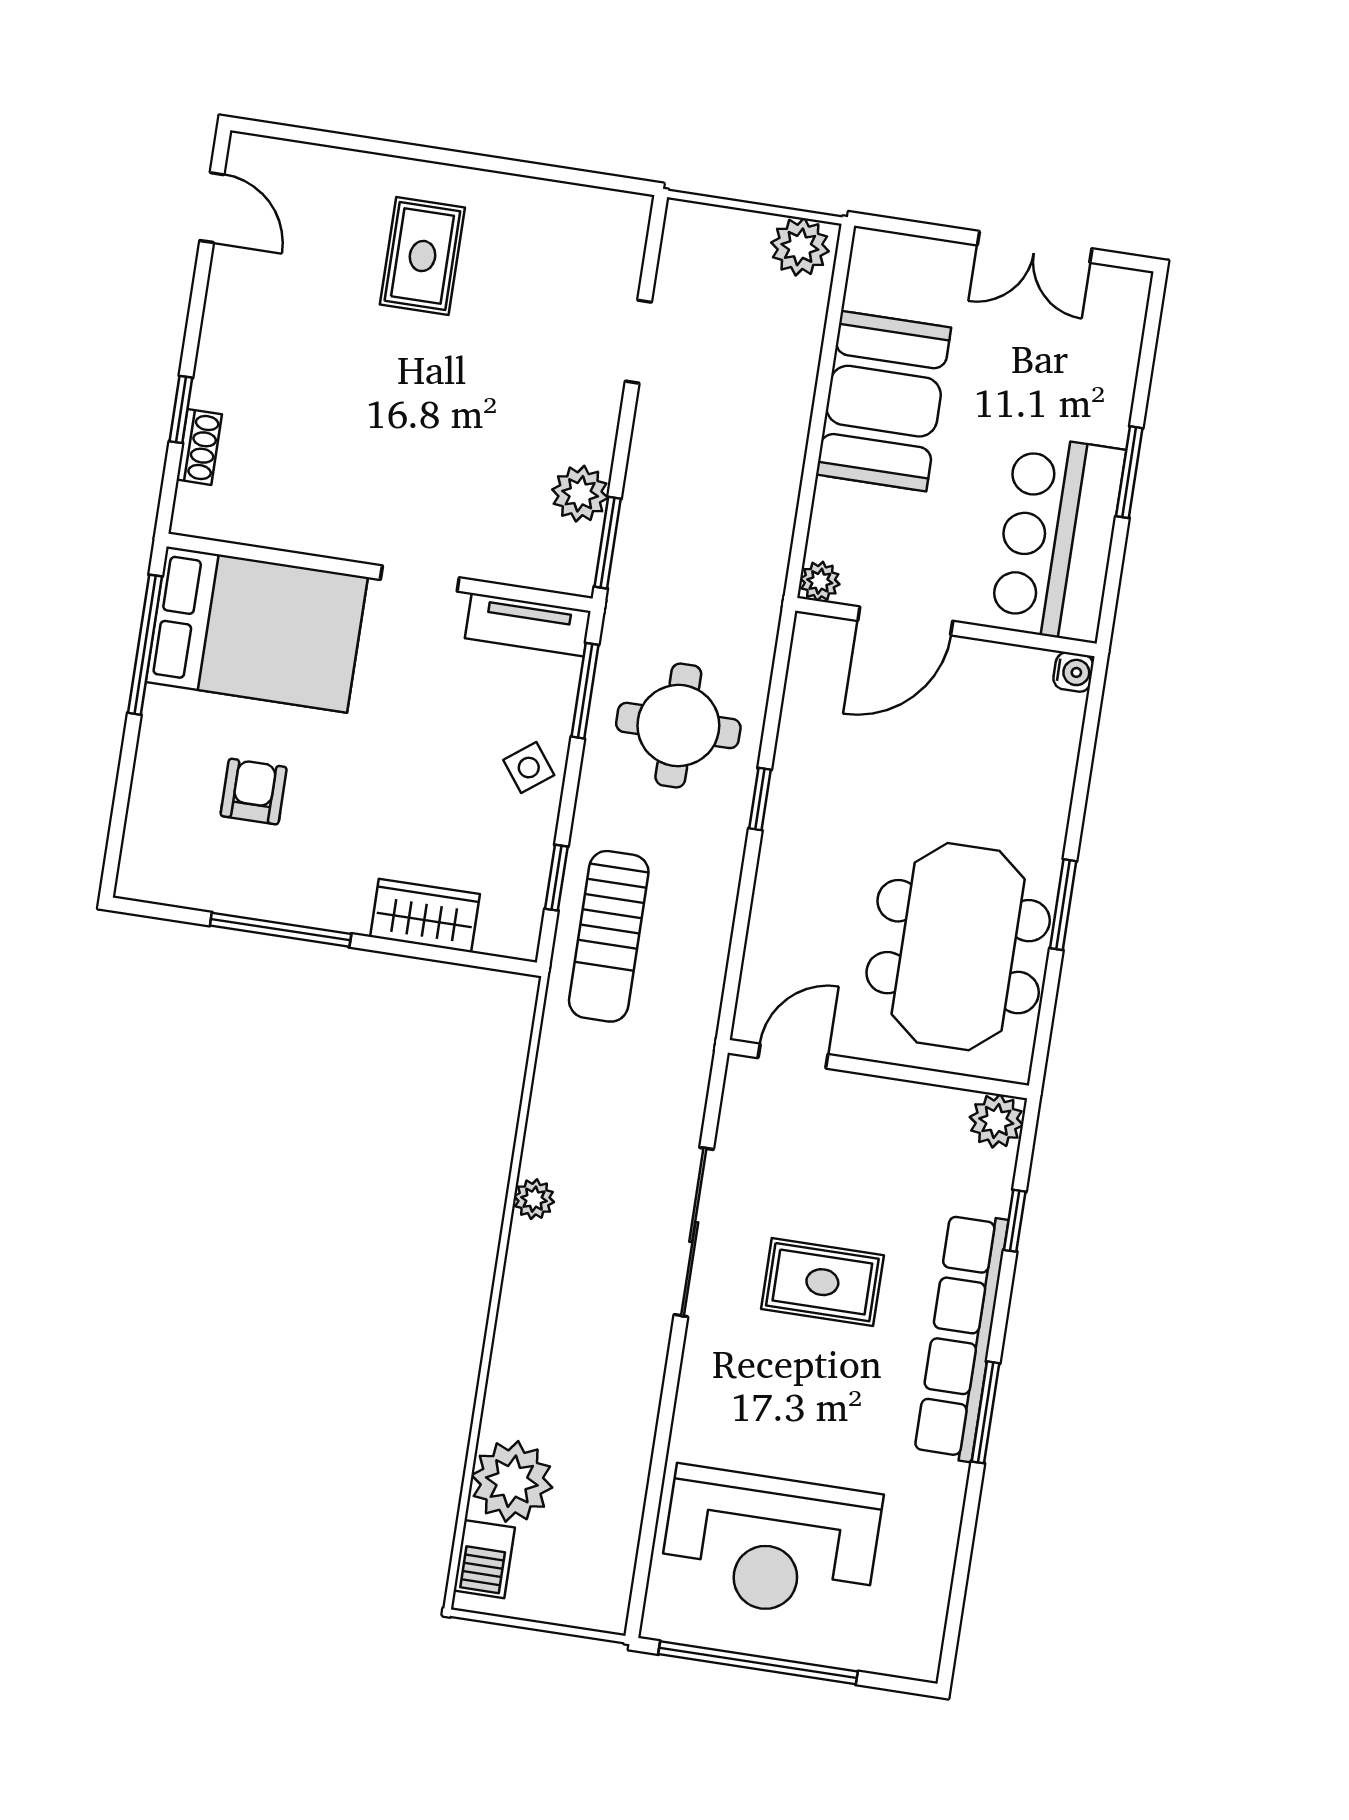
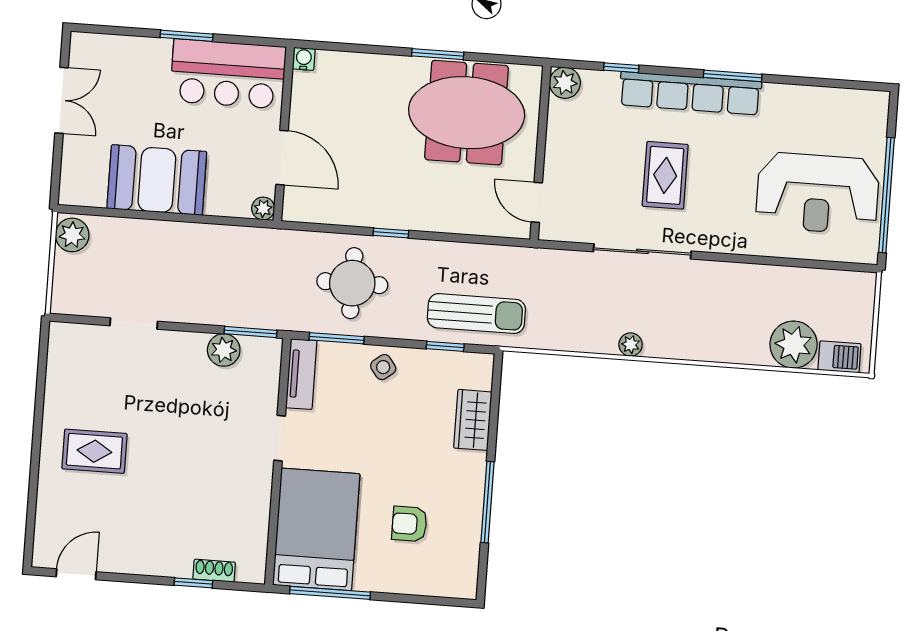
reception desk: (771, 1544) -> (818, 193), turned 90

